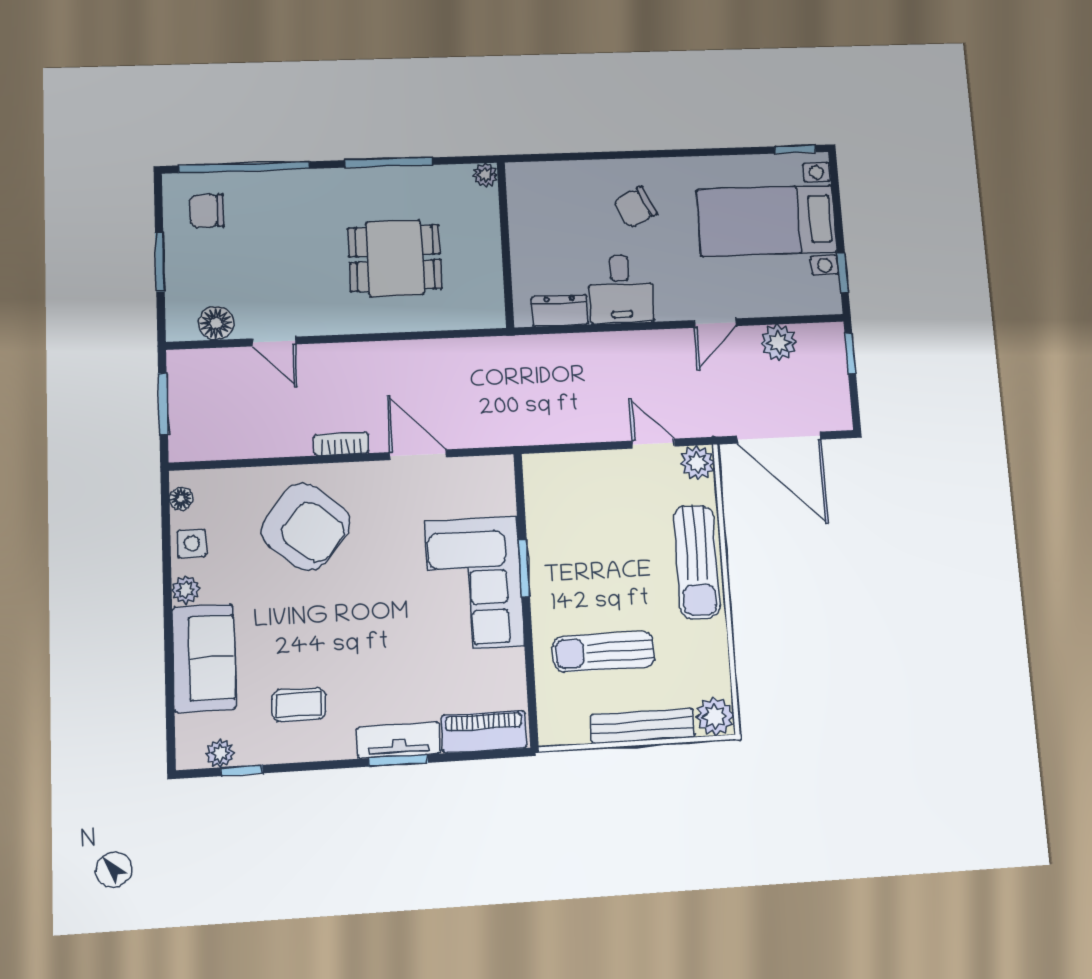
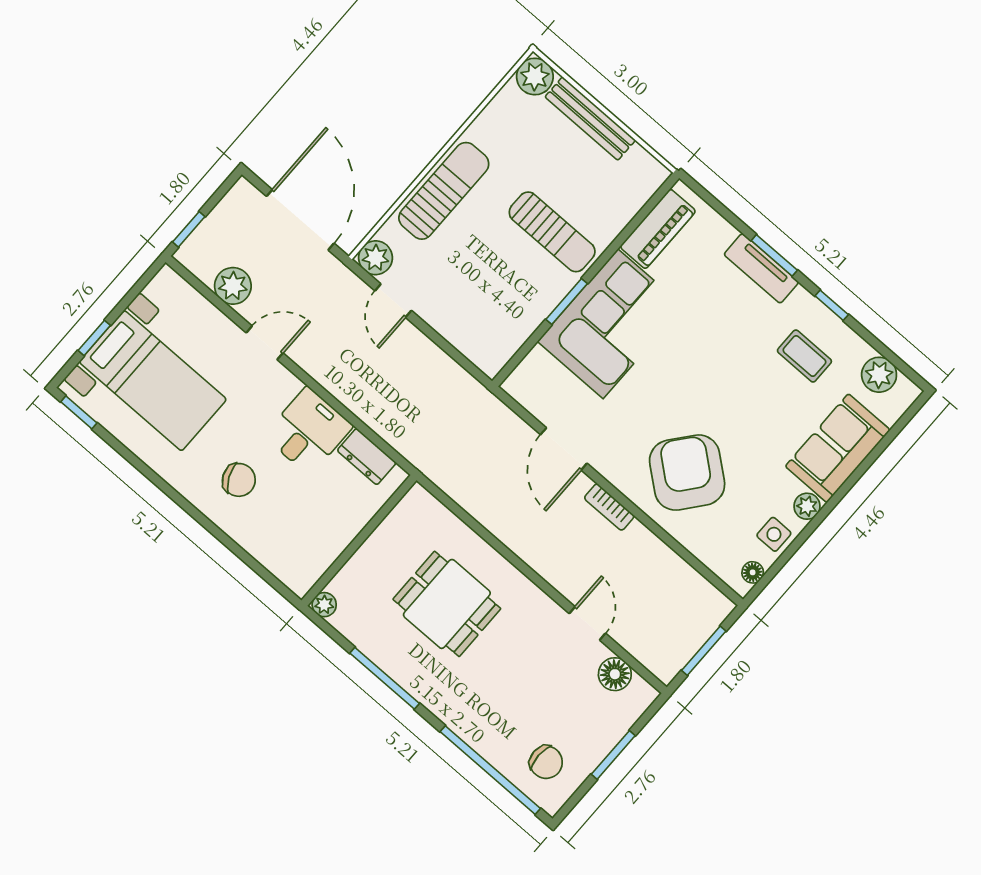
window: (843, 273) -> (94, 338), moved
sun lounger: (604, 652) -> (552, 232), moved
piano: (484, 732) -> (658, 229), moved, turned -90
plant: (220, 753) -> (879, 375), width x1.38, depth x1.38
window: (242, 770) -> (832, 305), moved

